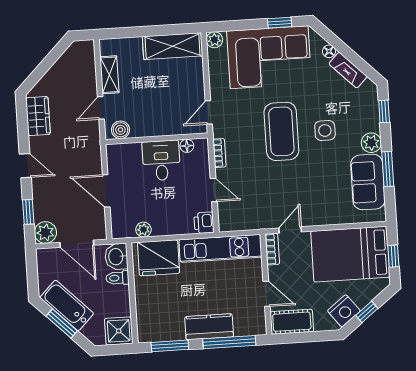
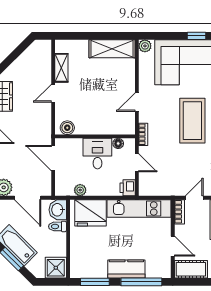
boiler: (120, 130) -> (67, 128), moved
wall: (157, 139) -> (95, 136), moved
floor lamp: (187, 146) -> (118, 143), moved
desk: (161, 160) -> (97, 154), moved

